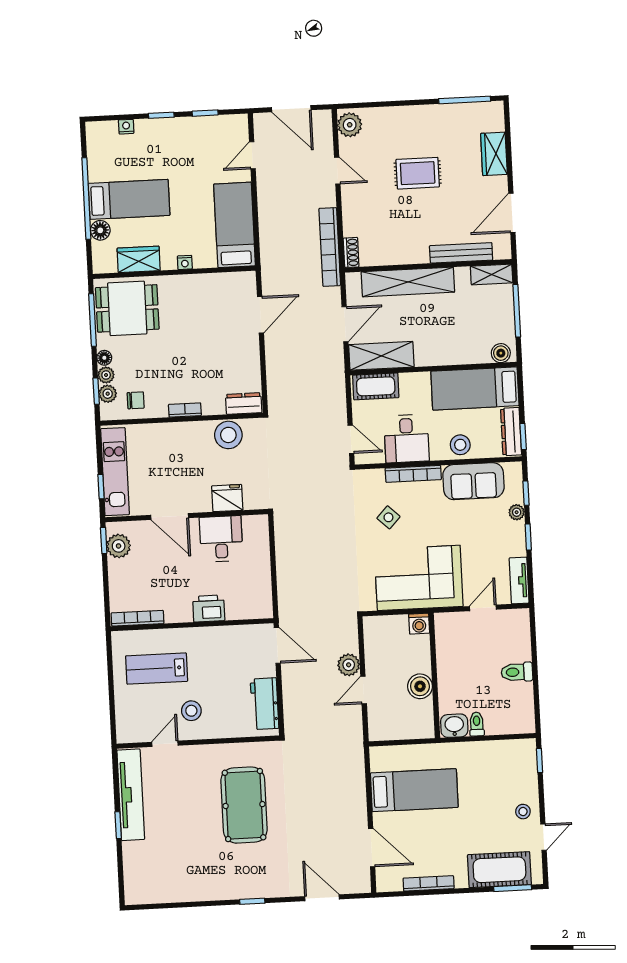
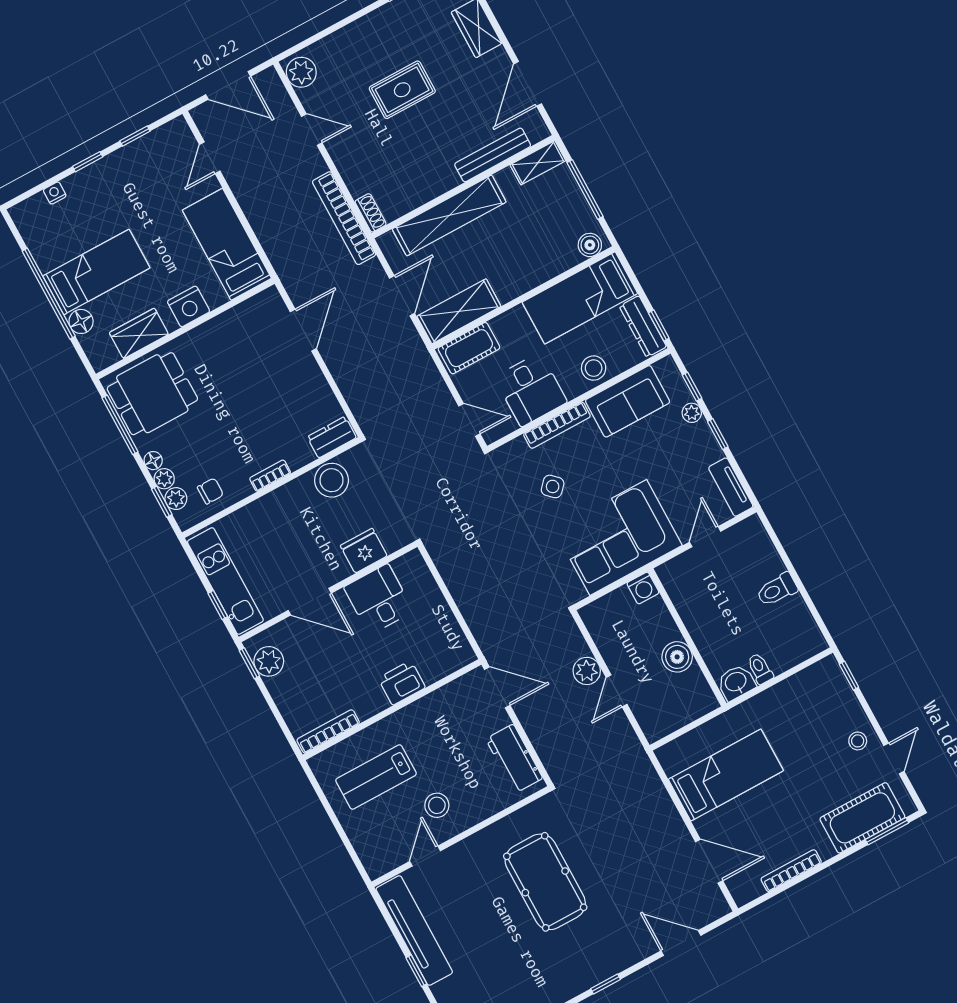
nightstand: (185, 262) -> (189, 306), width x1.89, depth x1.79

